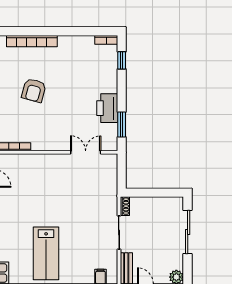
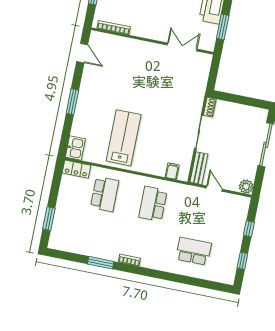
lab bench: (46, 253) -> (124, 138), turned 180

